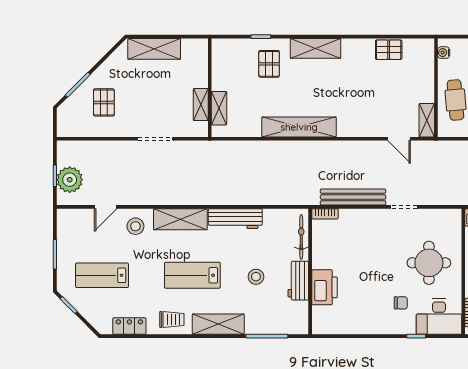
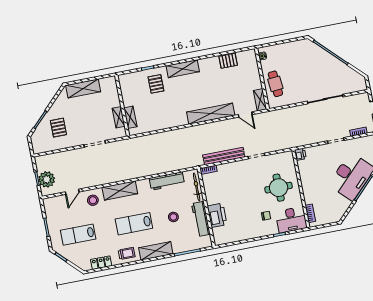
shelving: (299, 127) -> (211, 114), moved
workbench: (235, 219) -> (167, 181), moved
workbench: (298, 281) -> (201, 219), width x1.38

